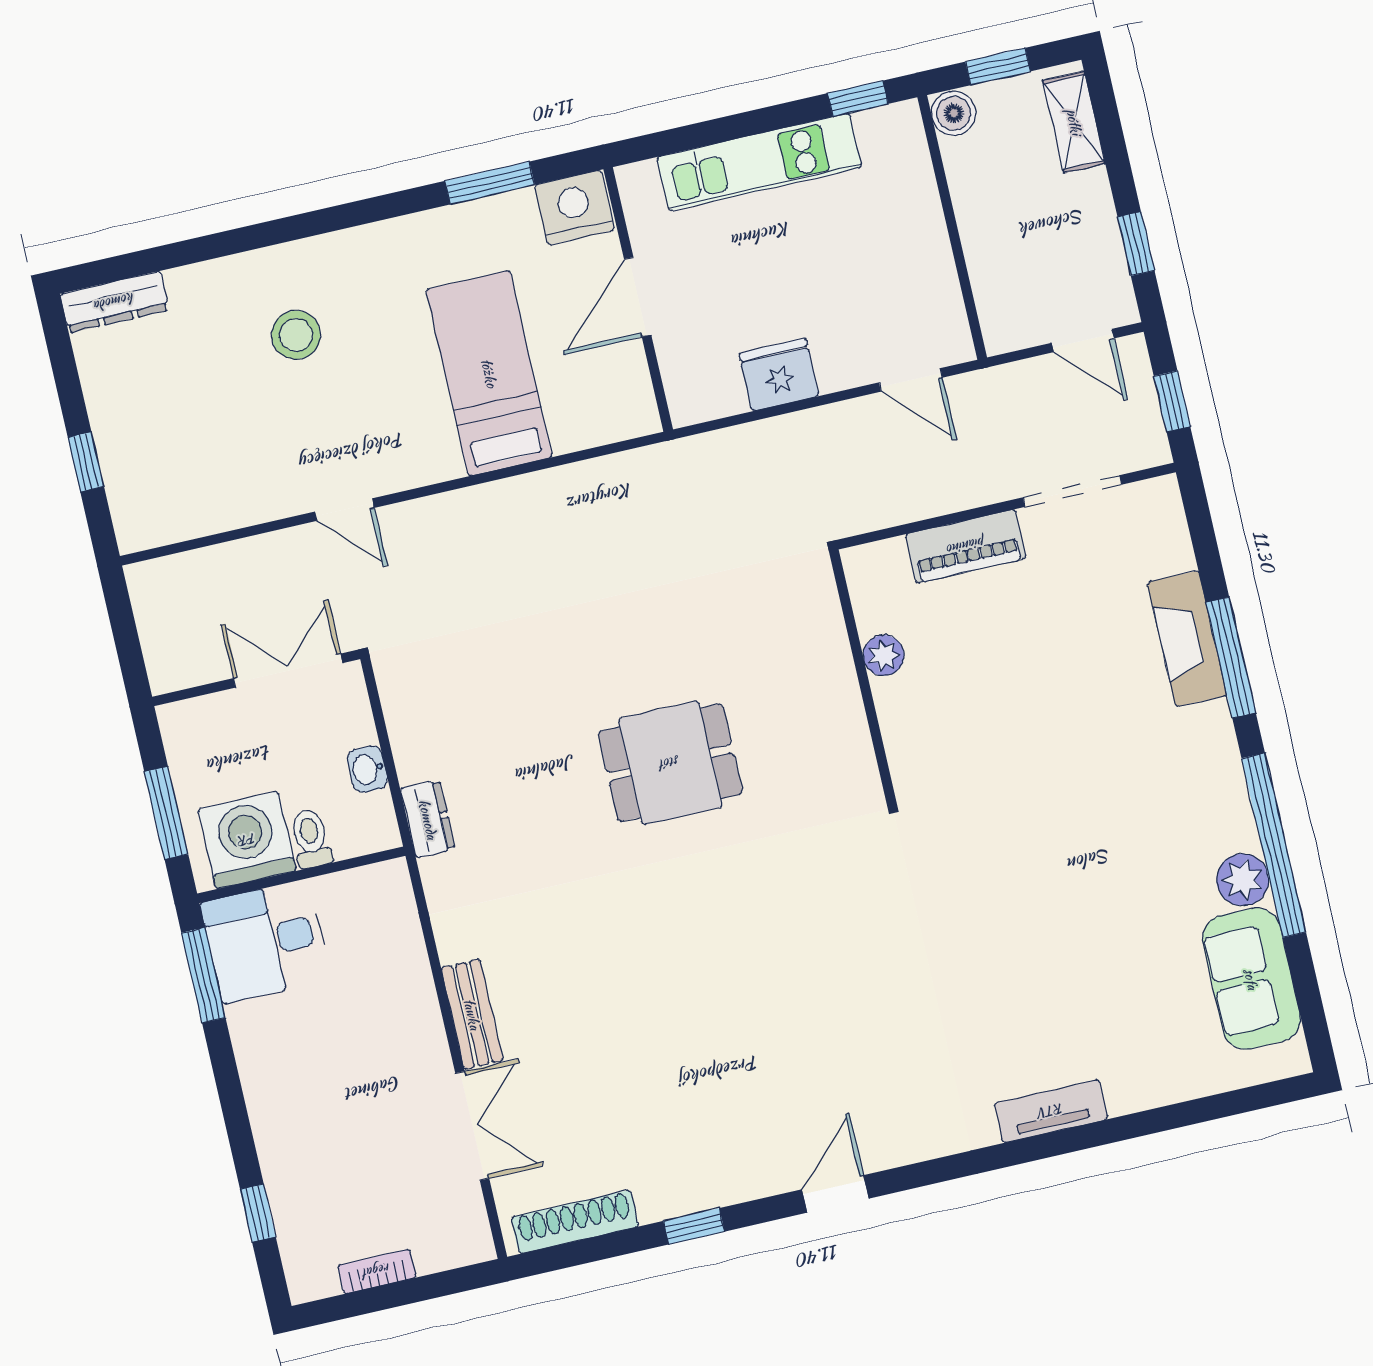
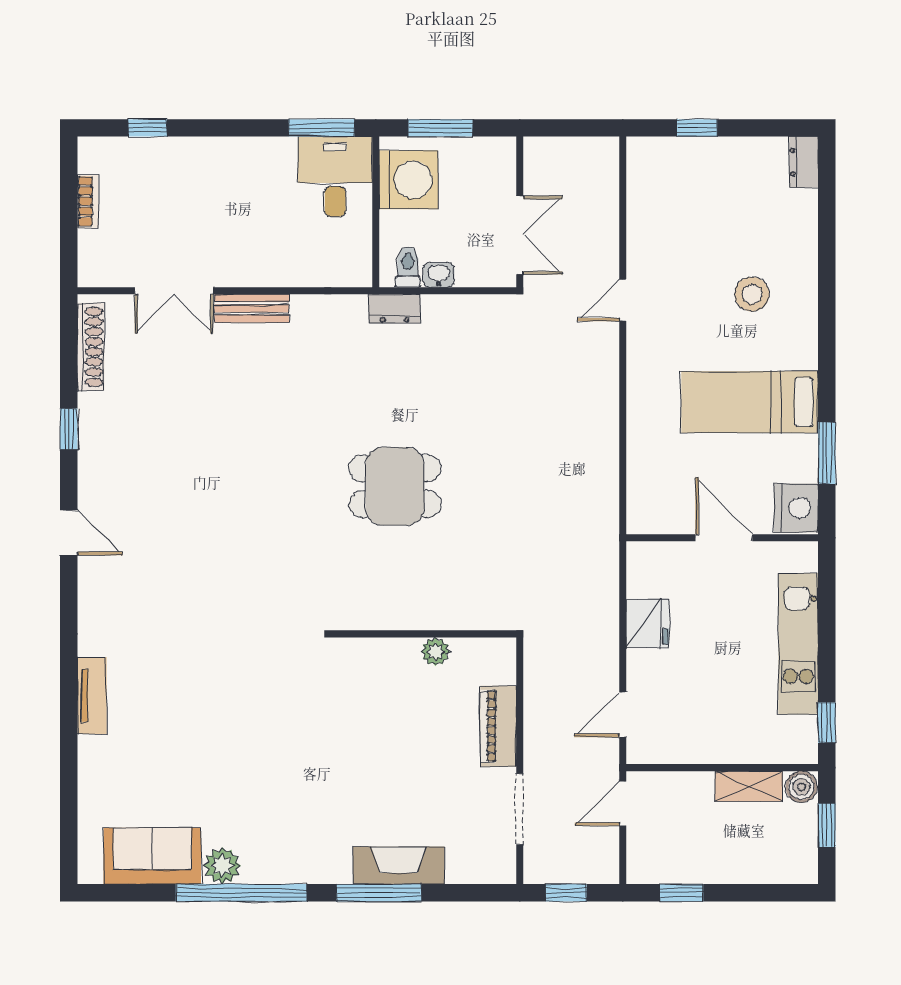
shelving: (1074, 122) -> (749, 786), moved
dresser: (115, 302) -> (804, 162), width x0.70
door: (1083, 341) -> (623, 804), moved
bed: (489, 373) -> (750, 402), moved, turned 180
dining table: (670, 763) -> (395, 486), turned 90
toilet: (311, 838) -> (408, 267), moved, turned -90

